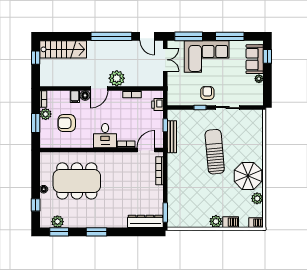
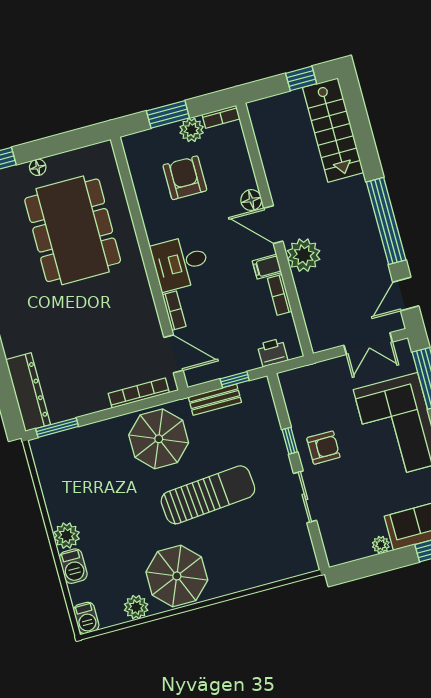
filing cabinet: (75, 97) -> (267, 267), moved
bench: (172, 137) -> (215, 400), width x0.73
parasol: (183, 167) -> (159, 439), added

